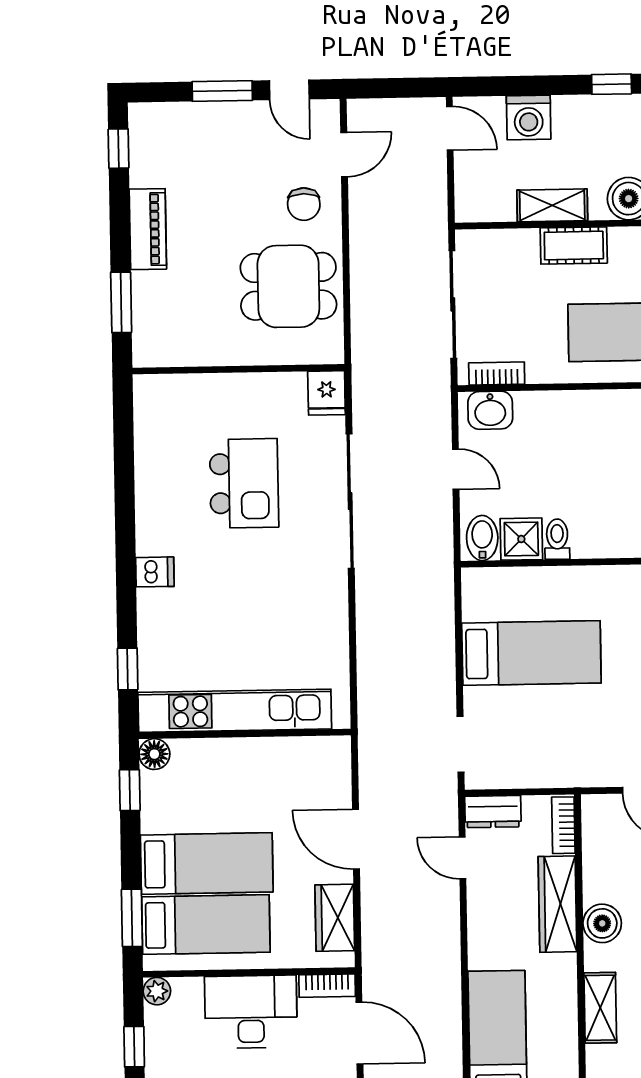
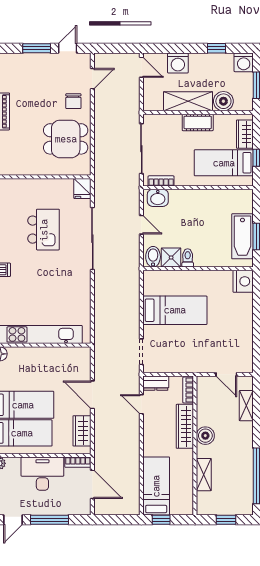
door: (289, 90) -> (68, 48), swing flipped
shelving: (552, 205) -> (188, 101), width x1.50, depth x1.33

